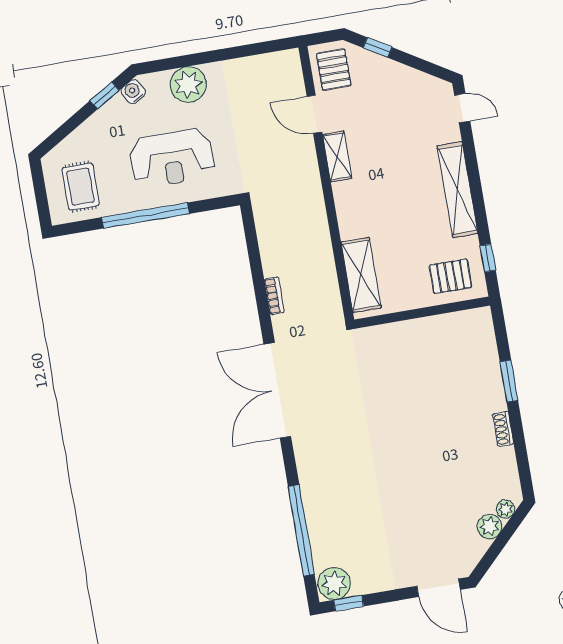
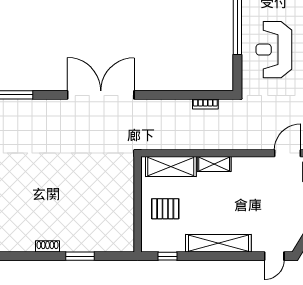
shelving: (337, 156) -> (214, 164), moved
pallet: (450, 276) -> (165, 209), moved, turned 90
bookcase: (274, 296) -> (205, 104), moved

